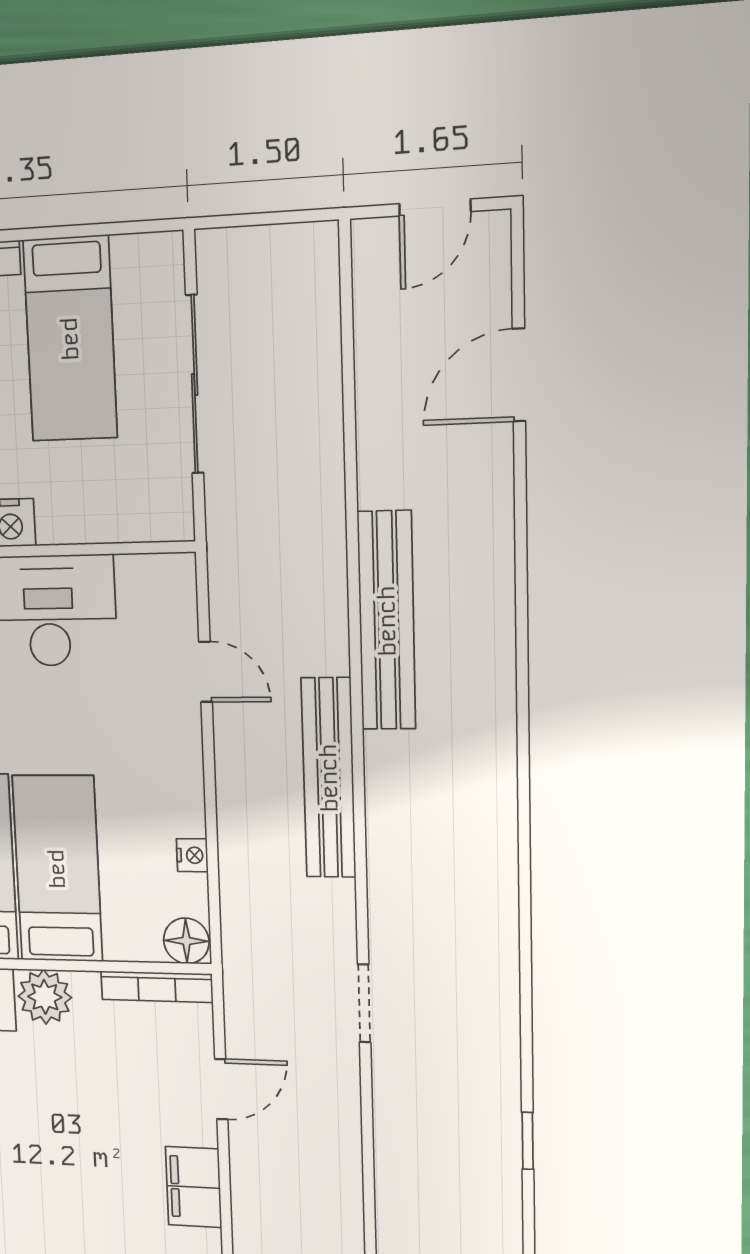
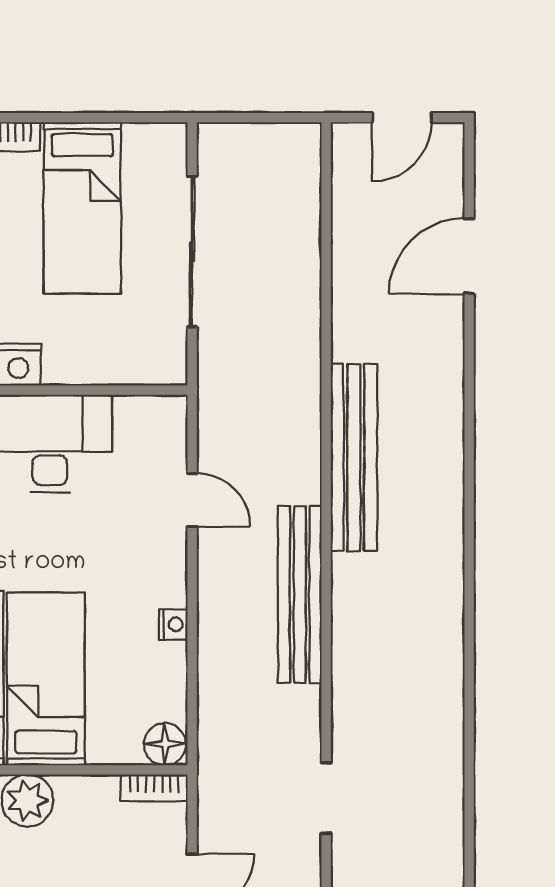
nightstand: (192, 855) -> (173, 624), moved
bookcase: (157, 987) -> (154, 788), width x0.64

